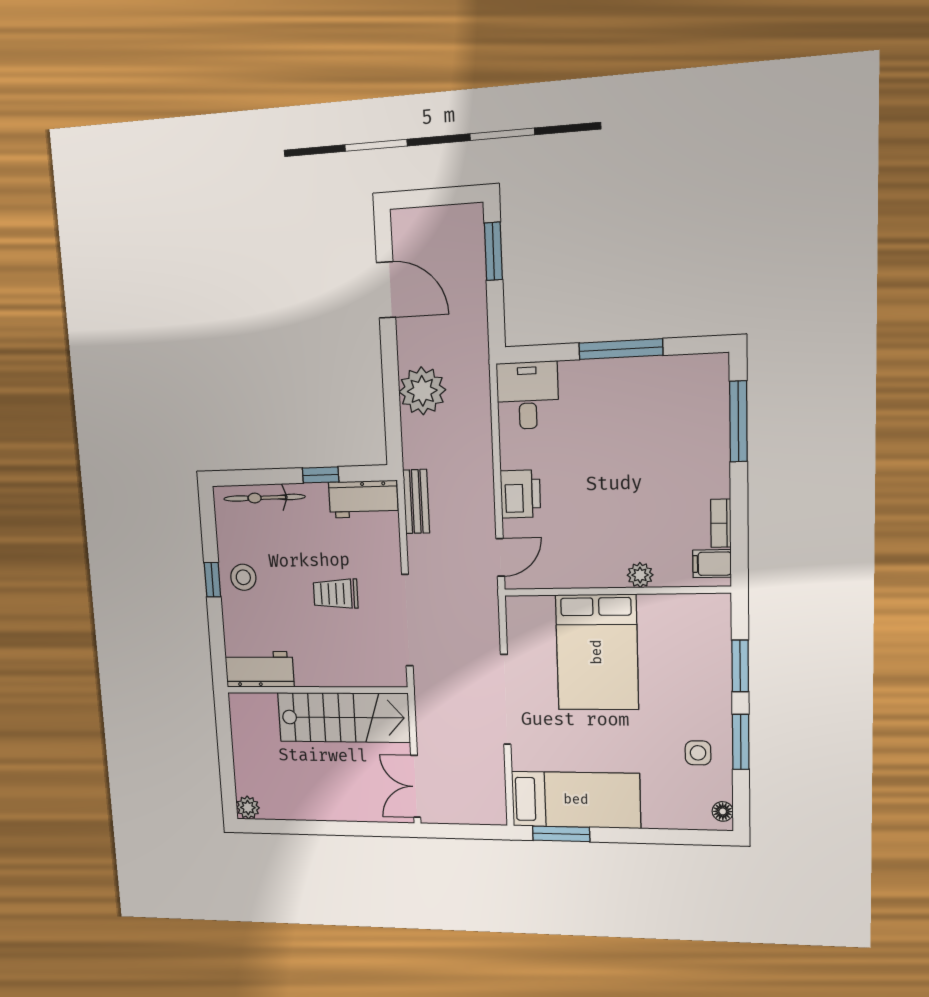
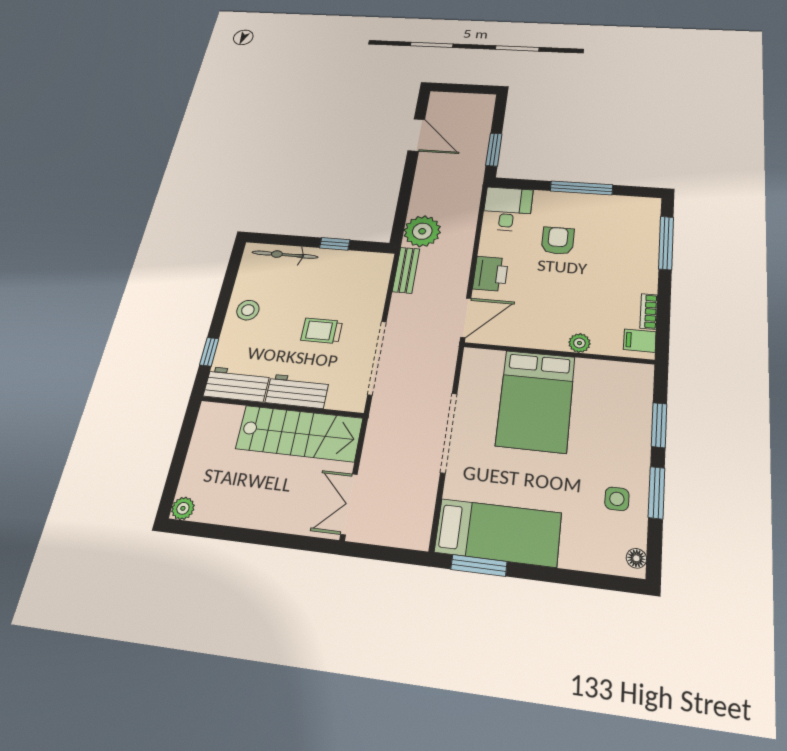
window: (493, 251) -> (494, 150), moved
plant: (422, 391) -> (422, 231), moved
armchair: (598, 436) -> (558, 241), added
workbench: (363, 499) -> (297, 391), moved, turned 180
door: (500, 557) -> (466, 318), width x1.38
window: (212, 580) -> (209, 352), moved

